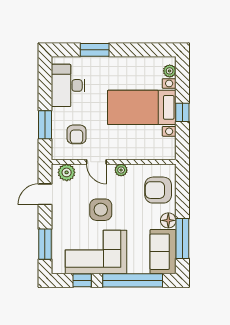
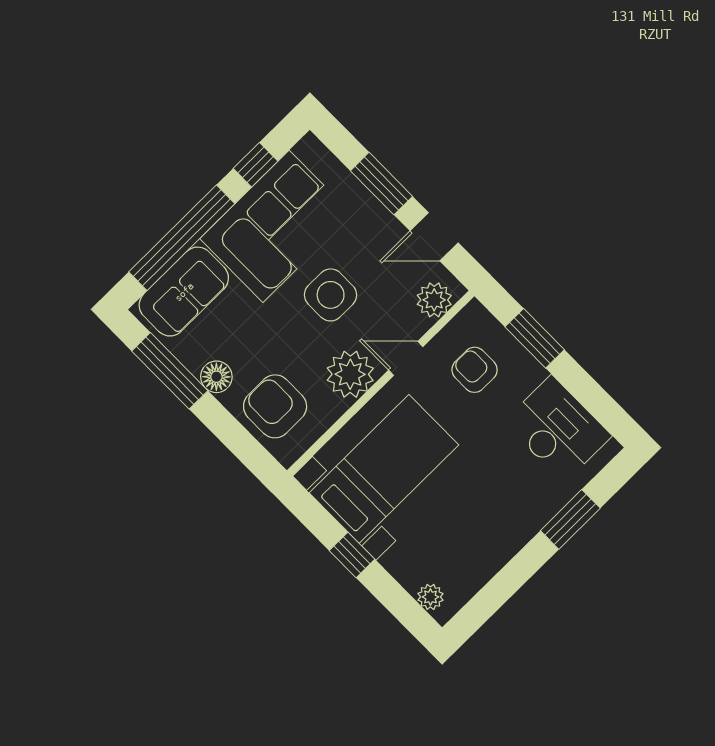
bed with nightstands: (142, 107) -> (384, 469), moved
plant: (121, 170) -> (350, 374), width x1.88, depth x1.88
armchair: (158, 190) -> (275, 406), turned -90
door: (45, 194) -> (434, 237), swing flipped
window: (45, 244) -> (382, 184), moved
sofa: (163, 252) -> (184, 292), moved, turned 90

